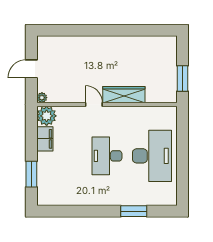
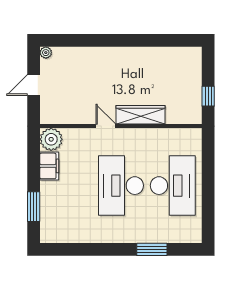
window: (182, 78) -> (208, 96), width x0.67
plant: (42, 98) -> (46, 53), moved
desk: (107, 156) -> (121, 186), width x1.36, depth x1.30

